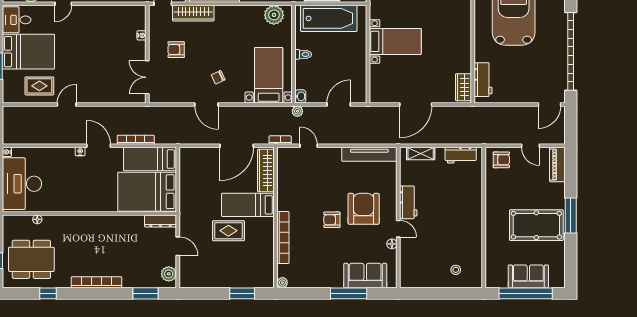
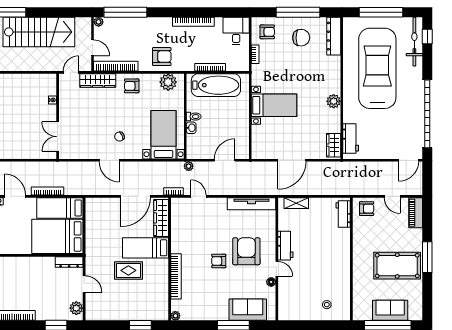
plant: (463, 37) -> (334, 101), added
armchair: (176, 50) -> (132, 86), moved
washbasin: (300, 96) -> (191, 128), moved
workbench: (461, 155) -> (343, 214), moved, turned 90

